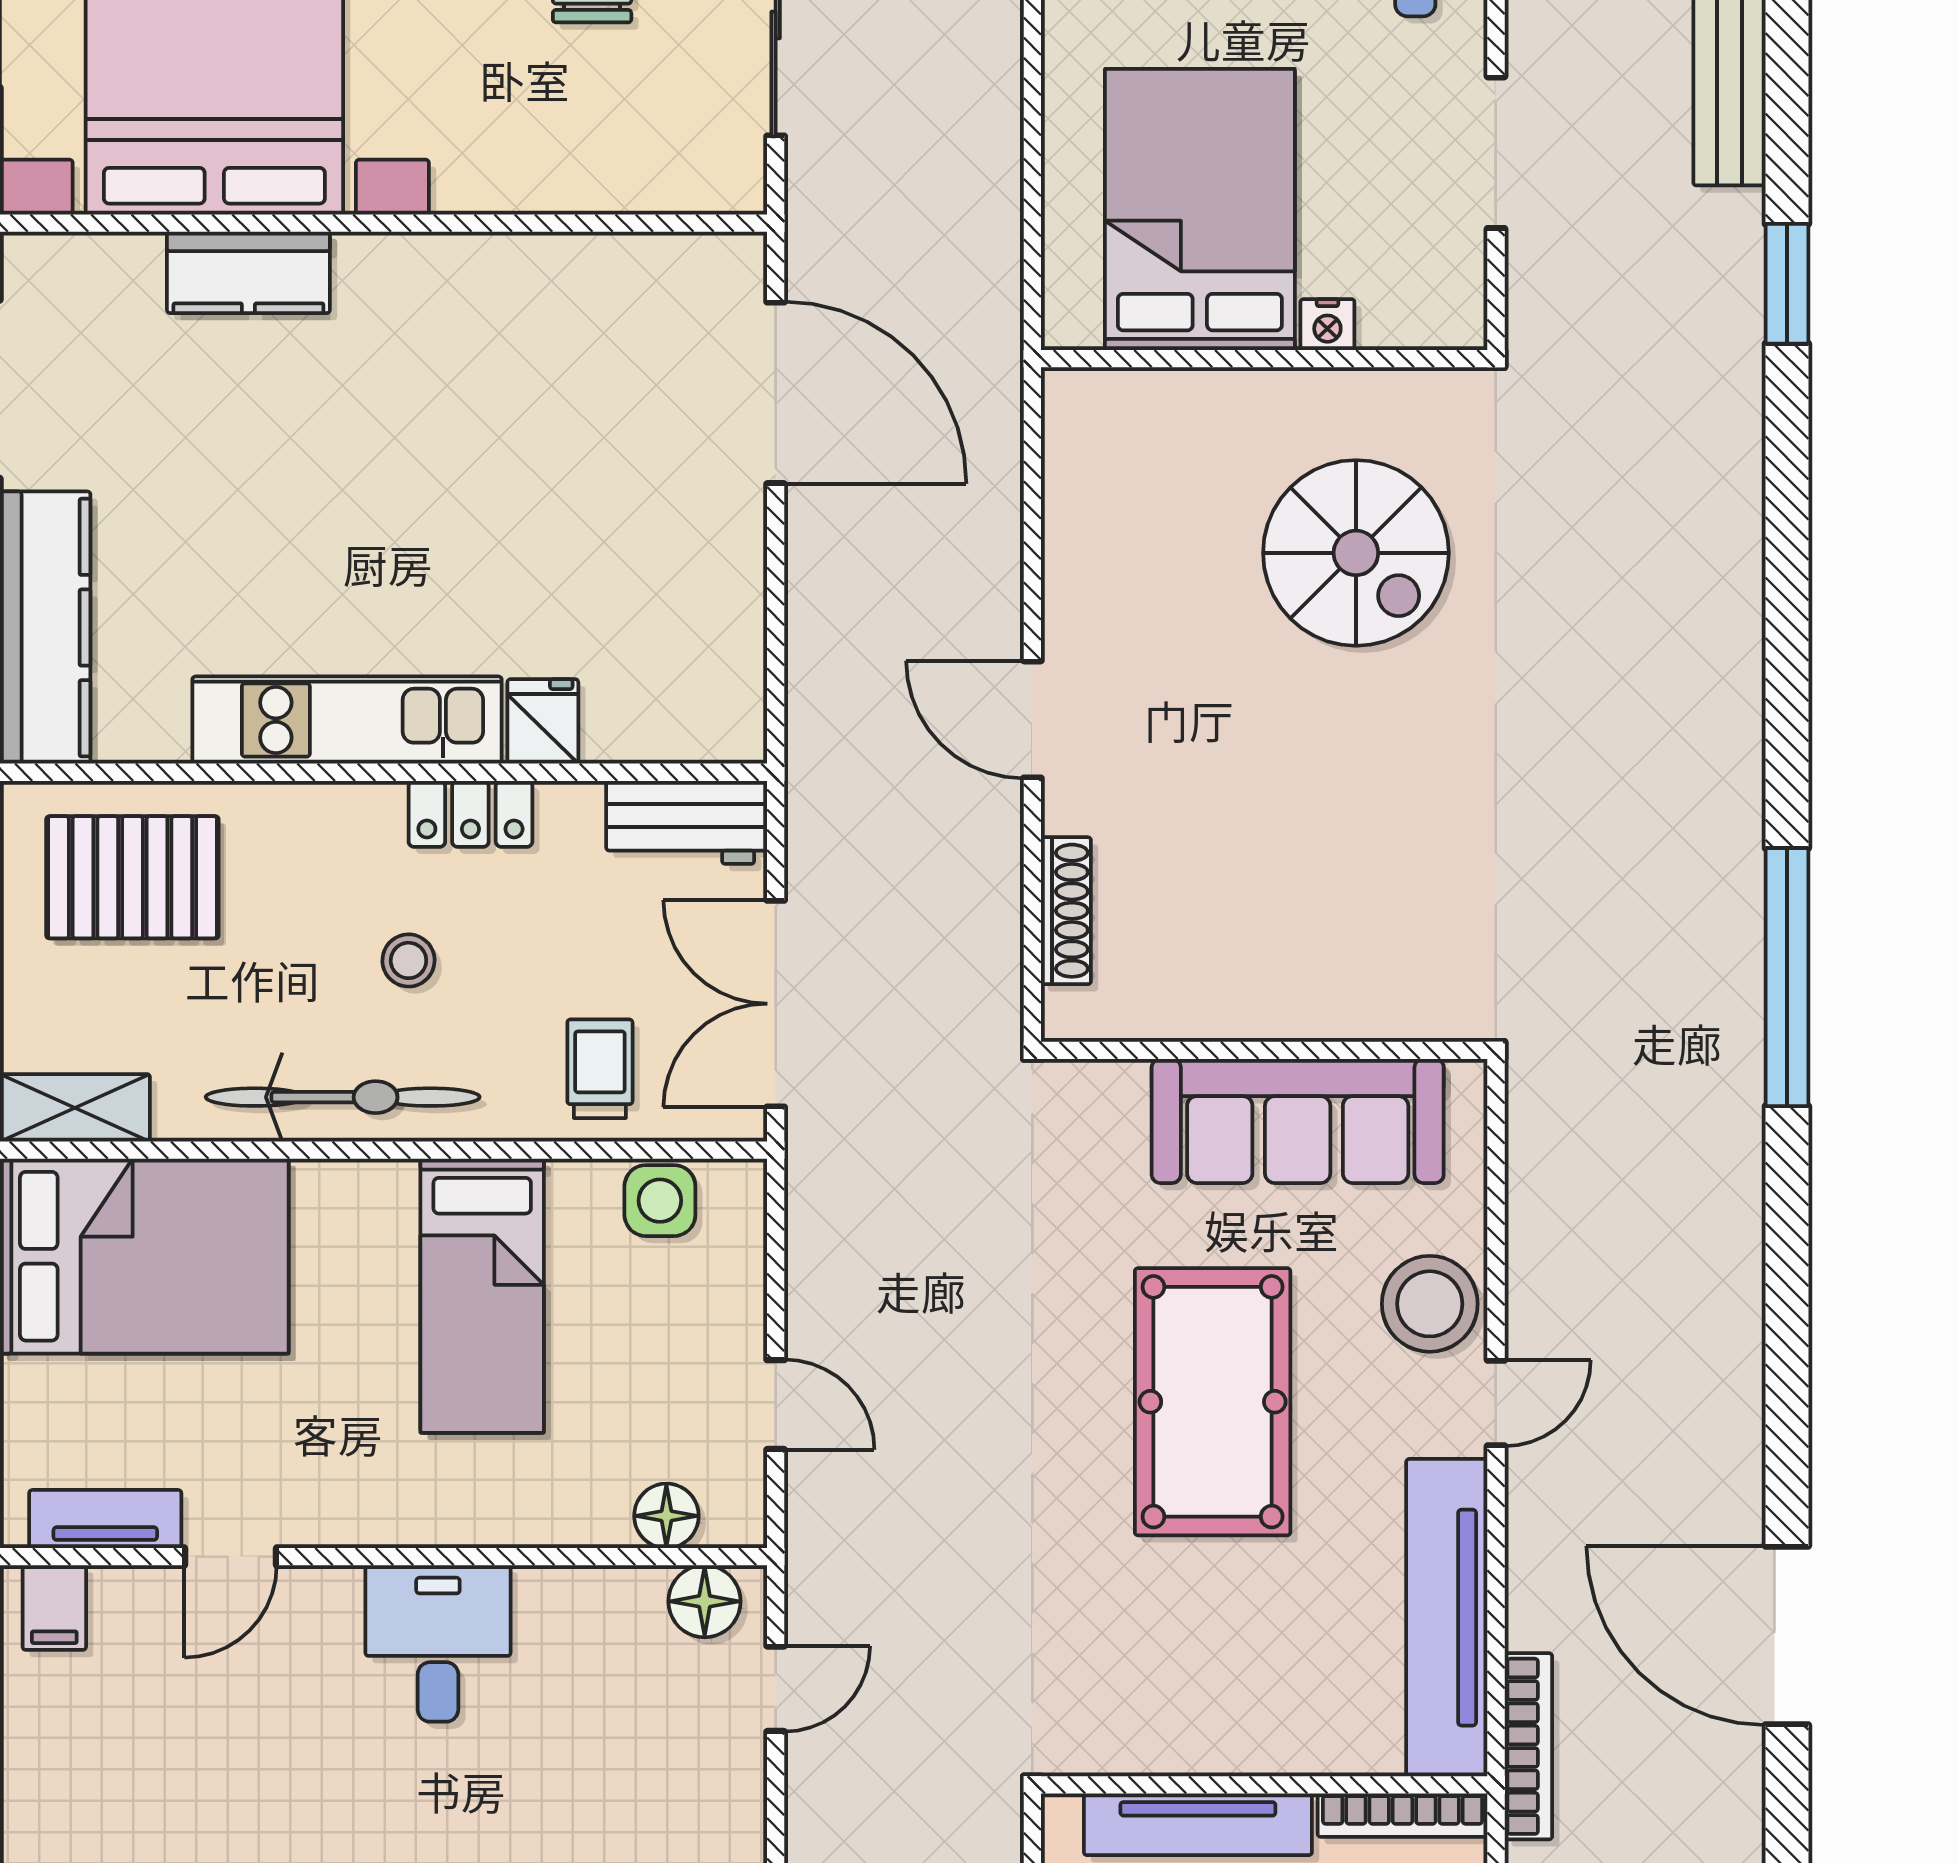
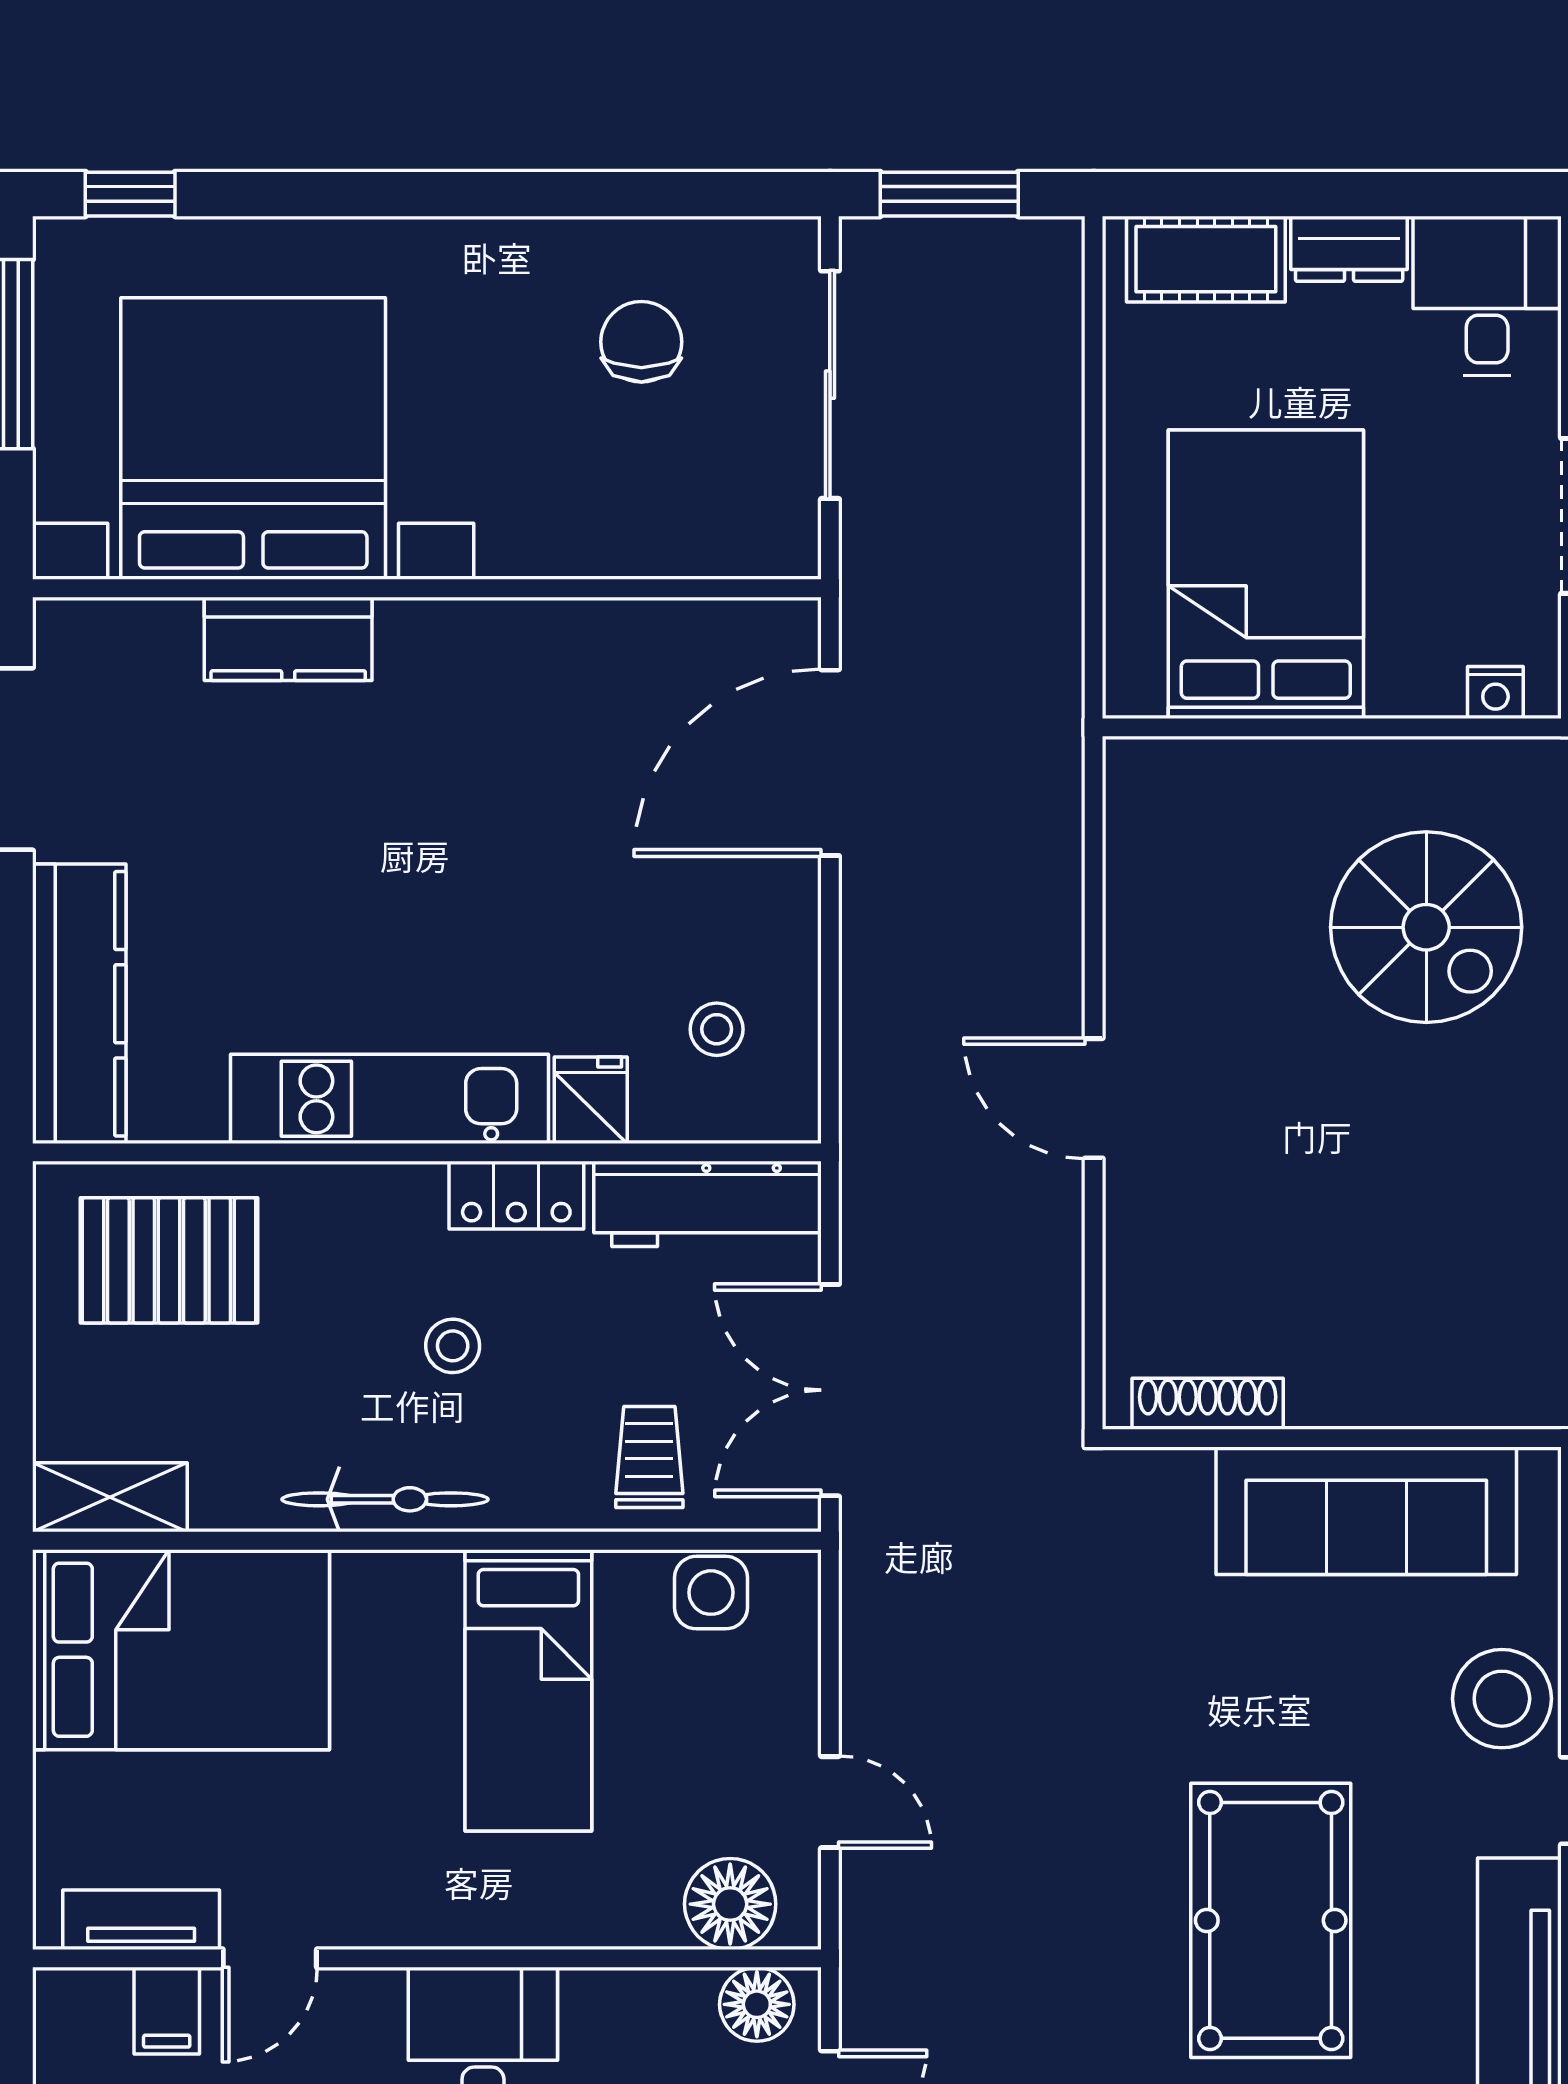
nightstand: (1327, 325) -> (1495, 692), moved
door: (776, 393) -> (830, 763), swing flipped
stool: (665, 652) -> (717, 1029), added
workbench: (687, 822) -> (707, 1204), width x1.38
shoe rack: (1066, 911) -> (1208, 1404), moved, turned -90
bicycle: (343, 1097) -> (385, 1499), width x0.73, depth x0.71
pool table: (1213, 1402) -> (1271, 1920), moved
floor lamp: (666, 1516) -> (730, 1904), width x1.38, depth x1.38
filing cabinet: (54, 1608) -> (167, 2011), moved

